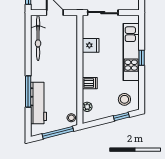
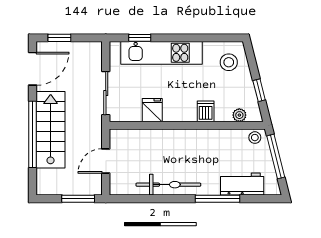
bicycle: (38, 38) -> (168, 185), moved
window: (142, 58) -> (140, 38), moved
workbench: (38, 103) -> (242, 184), width x0.73
window: (121, 117) -> (259, 90), moved

